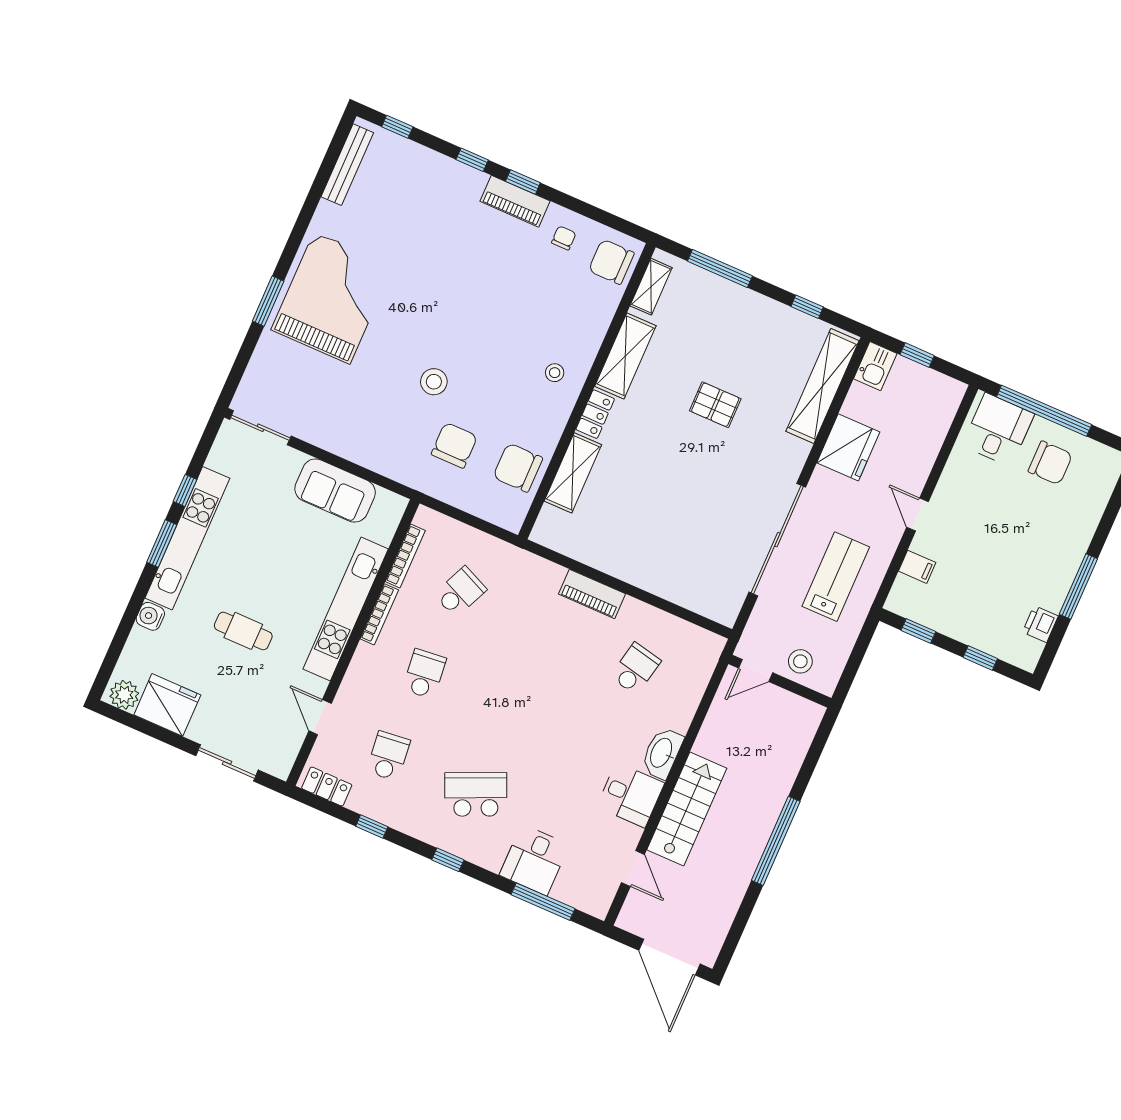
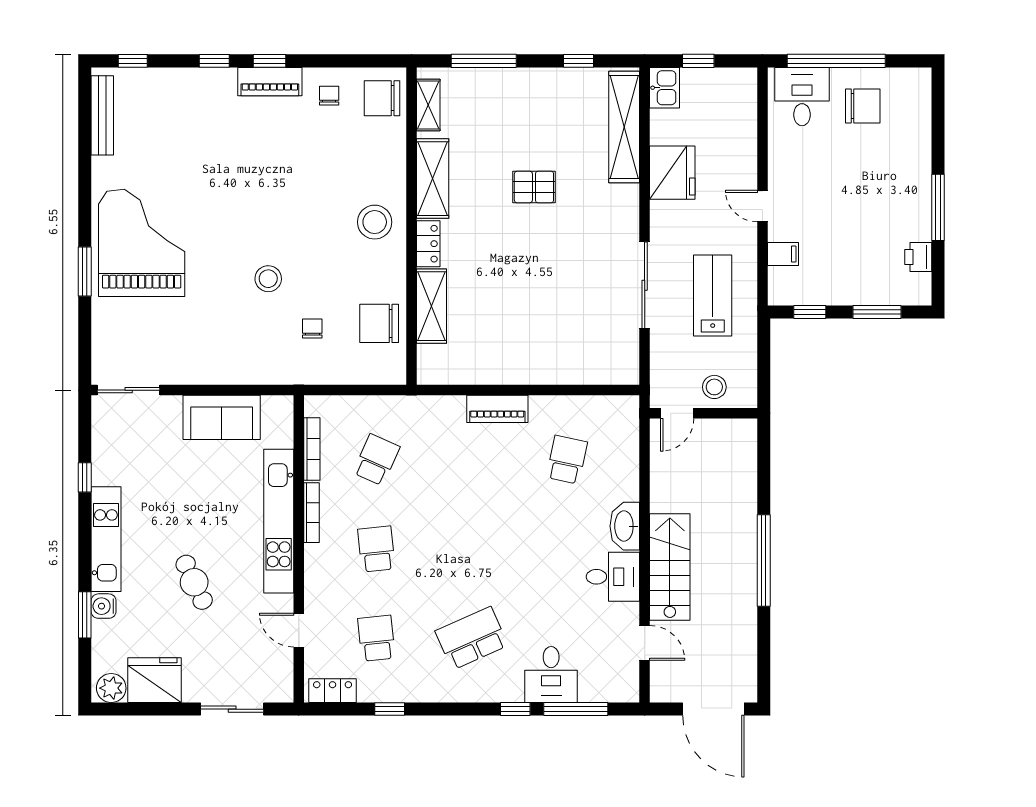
stool: (555, 373) -> (375, 222), width x1.89, depth x1.89
chair: (454, 445) -> (312, 328), width x0.54, depth x0.54
kitchen unit: (187, 538) -> (106, 539), width x0.73
sliding door: (777, 540) -> (645, 285), width x0.73
window: (162, 544) -> (85, 615), moved
cafe table: (243, 631) -> (194, 582), turned 65
window: (980, 658) -> (877, 312), width x1.50
window: (448, 860) -> (515, 709), moved

